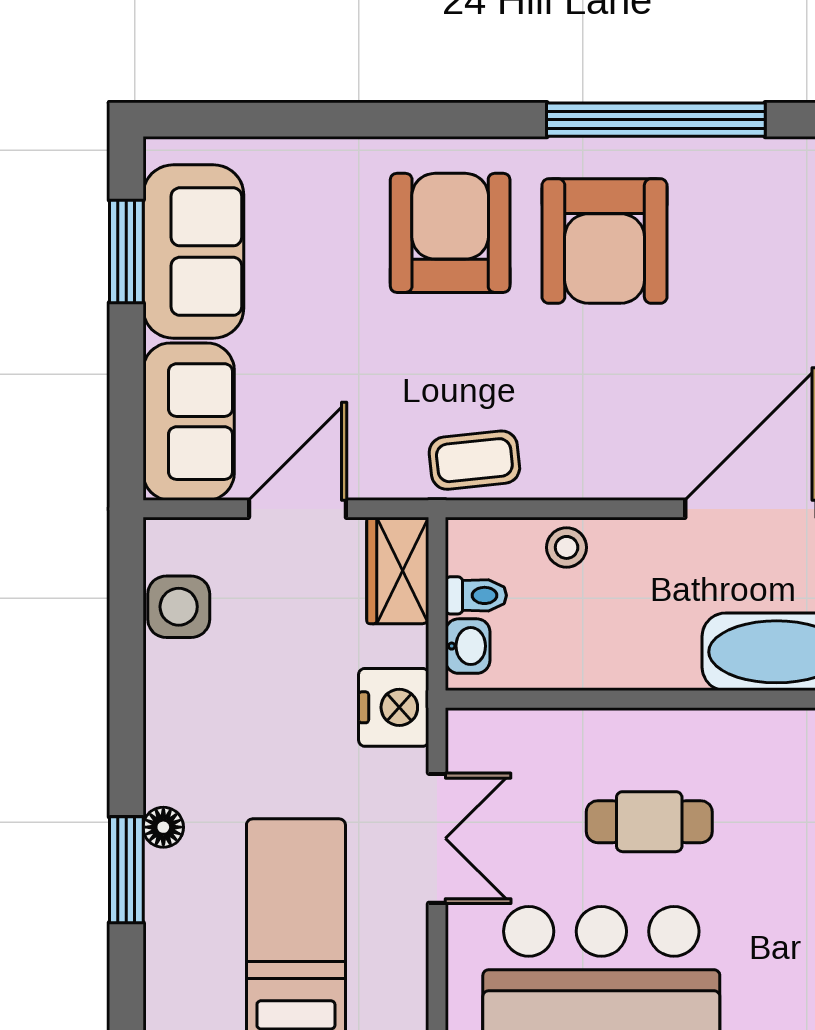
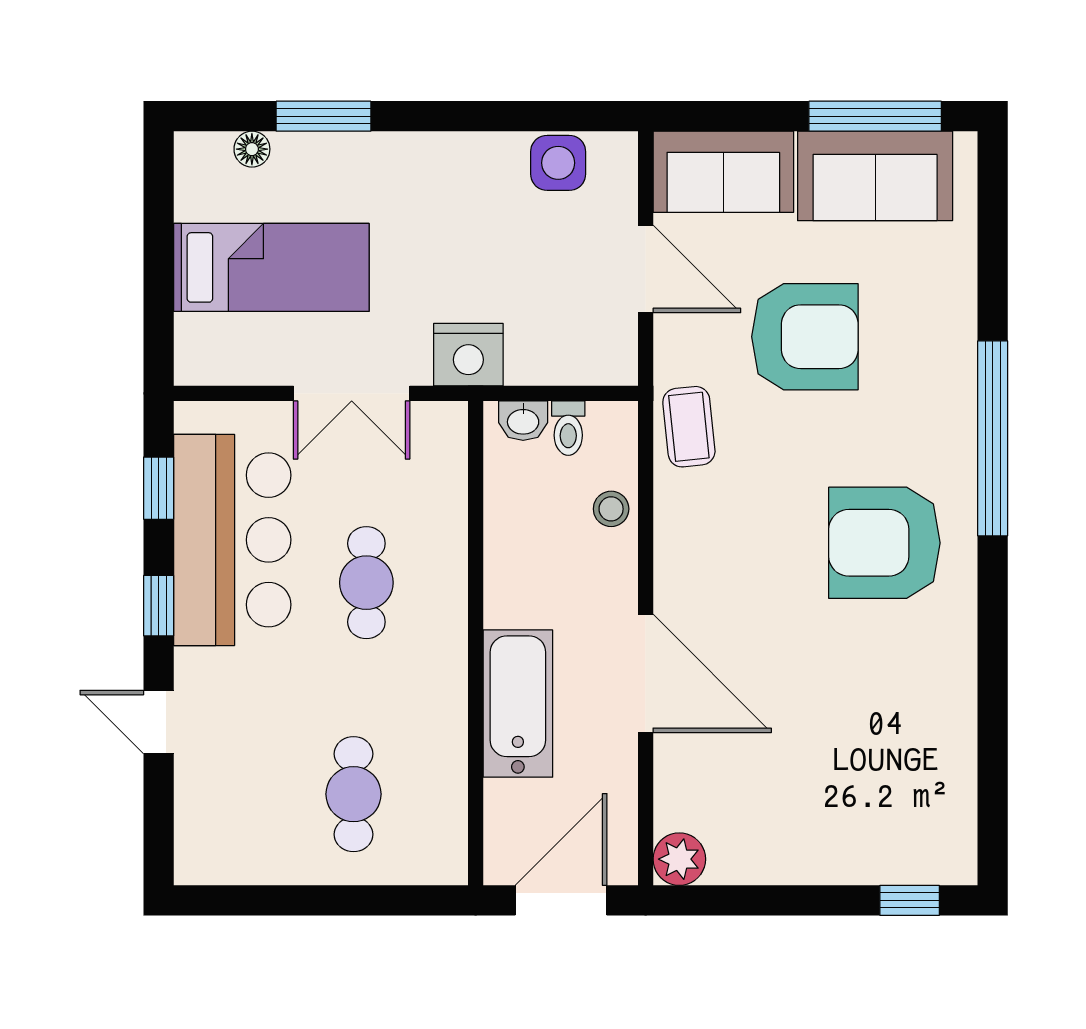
window: (656, 120) -> (993, 438), moved
armchair: (450, 233) -> (805, 337), moved
window: (126, 251) -> (875, 116), width x1.44
wardrobe: (398, 570) -> (590, 358), removed
floor lamp: (163, 827) -> (252, 149), moved

